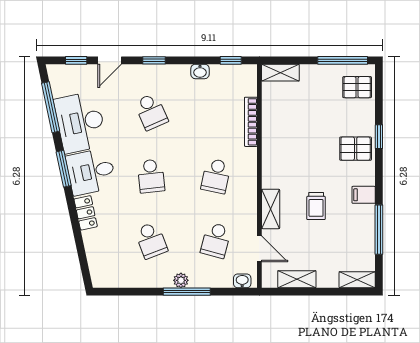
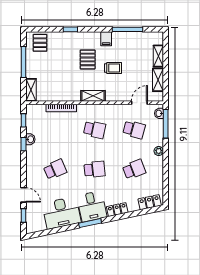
window: (154, 60) -> (24, 144), moved
window: (343, 60) -> (24, 62), moved
window: (51, 107) -> (52, 231), removed
pallet: (356, 149) -> (88, 59), moved
shelving: (271, 209) -> (93, 96), moved
locker: (98, 266) -> (150, 202), added
shelving: (357, 280) -> (158, 56), moved
window: (187, 292) -> (166, 124), moved

